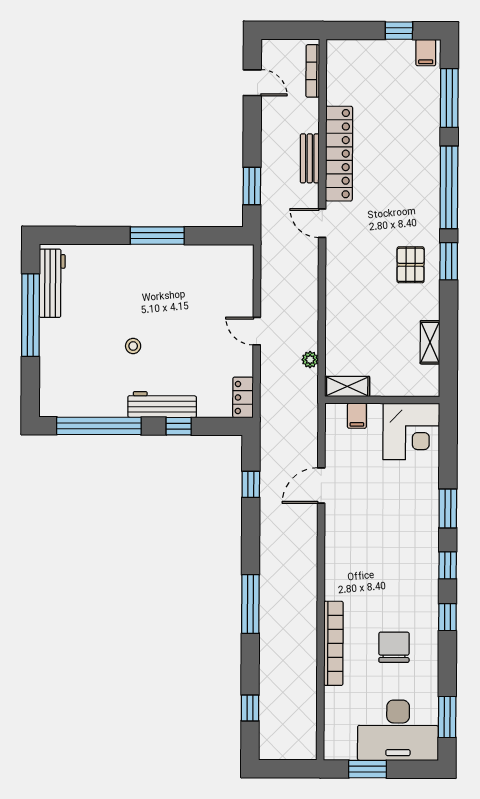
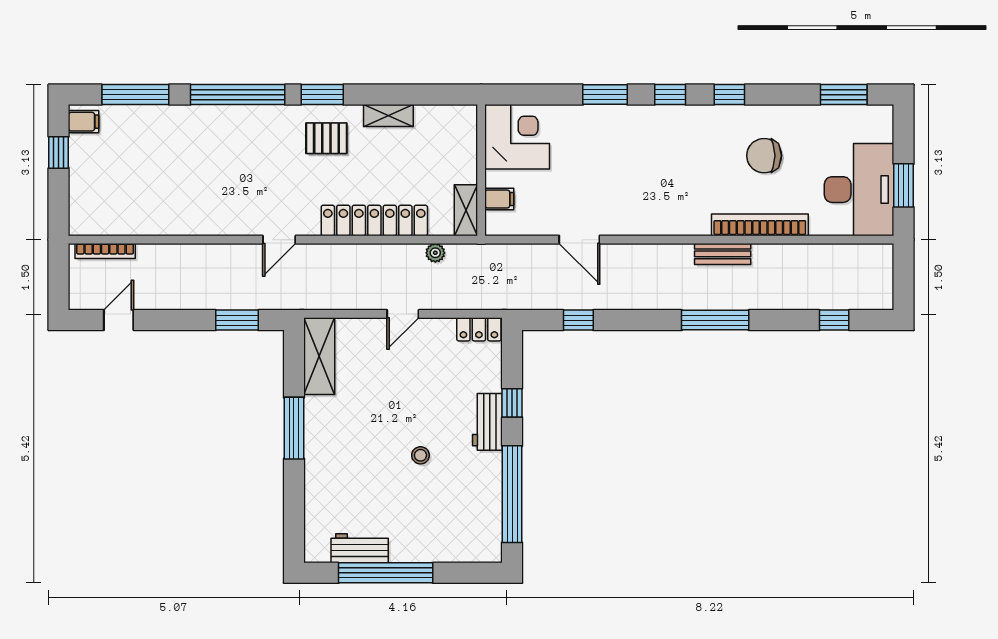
locker: (339, 154) -> (374, 220), moved
bench: (310, 158) -> (723, 254), moved
shelving: (220, 258) -> (319, 356), added
workbench: (52, 283) -> (360, 548), width x0.73
shelving: (430, 342) -> (388, 116), moved
workbench: (162, 405) -> (487, 422), width x0.73
desk: (398, 730) -> (859, 190), moved

